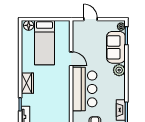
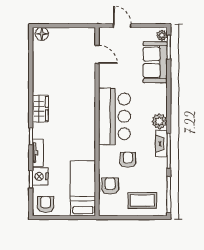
bed: (44, 43) -> (62, 56), removed
door: (71, 59) -> (97, 54), moved
plant: (119, 70) -> (159, 121), moved

